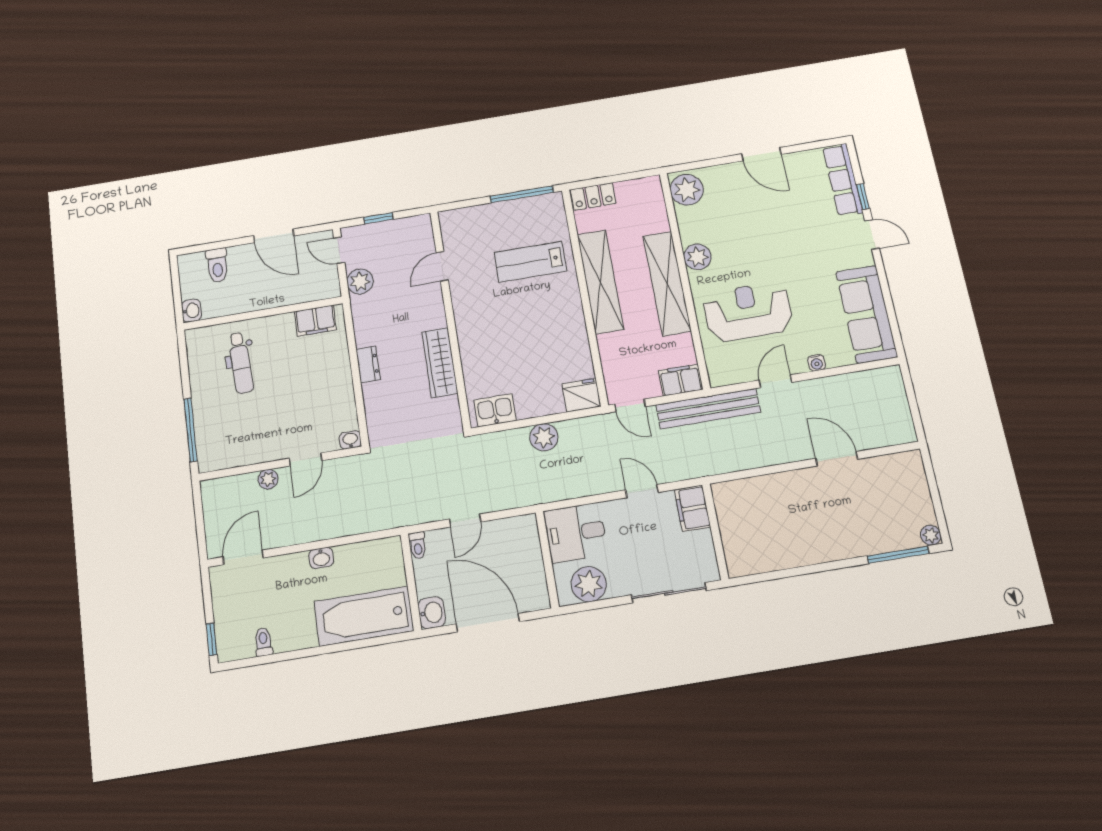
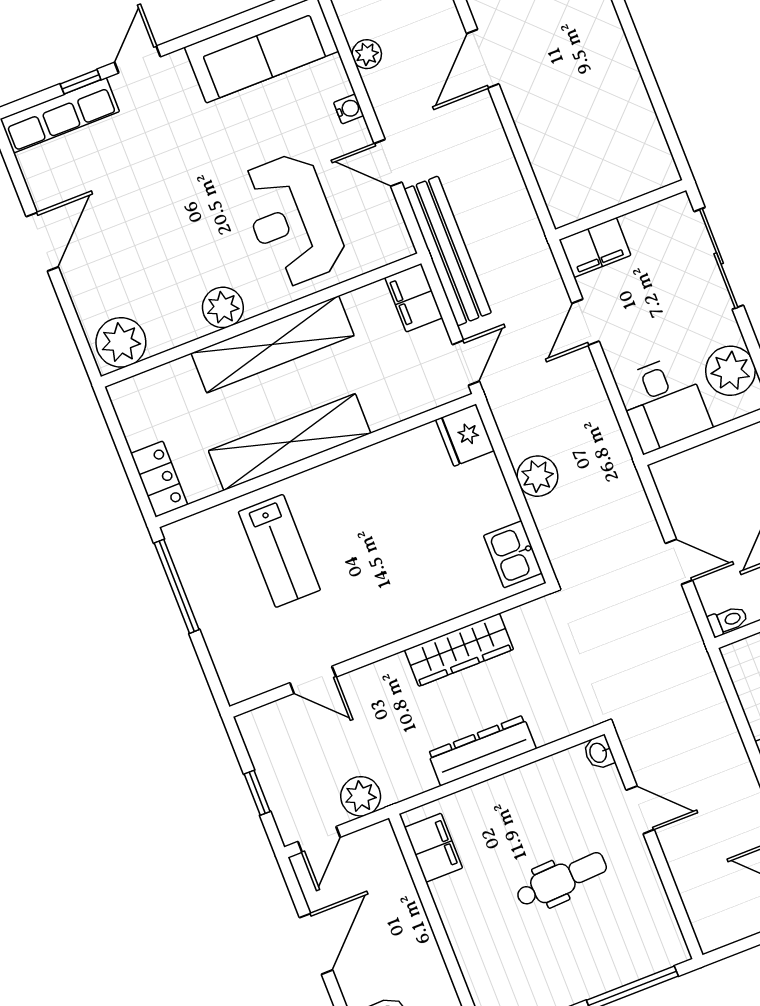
dental chair: (241, 363) -> (561, 880), moved
dresser: (368, 365) -> (482, 751), width x1.96, depth x1.24
plant: (268, 479) -> (367, 54), moved

